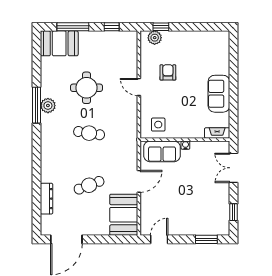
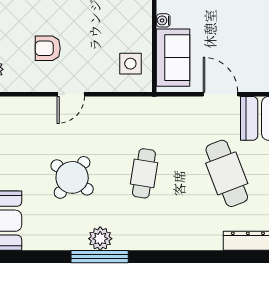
round table: (86, 88) -> (72, 177), turned 38
cafe table: (89, 185) -> (227, 173), width x1.37, depth x1.35

